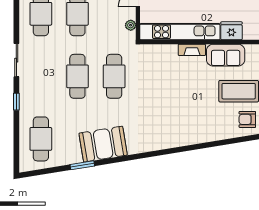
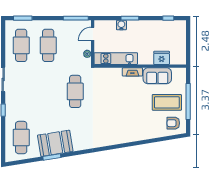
kitchen unit: (180, 32) -> (116, 59), width x0.73
cafe table: (77, 76) -> (48, 91), removed
booth: (103, 144) -> (55, 143), moved

